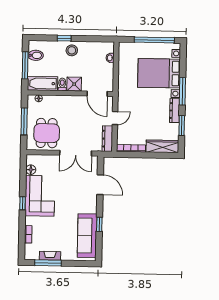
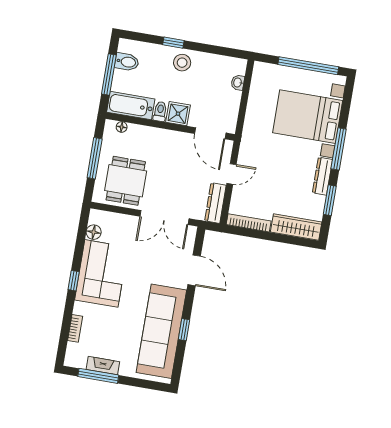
sofa: (87, 236) -> (161, 331), width x1.36, depth x1.27

